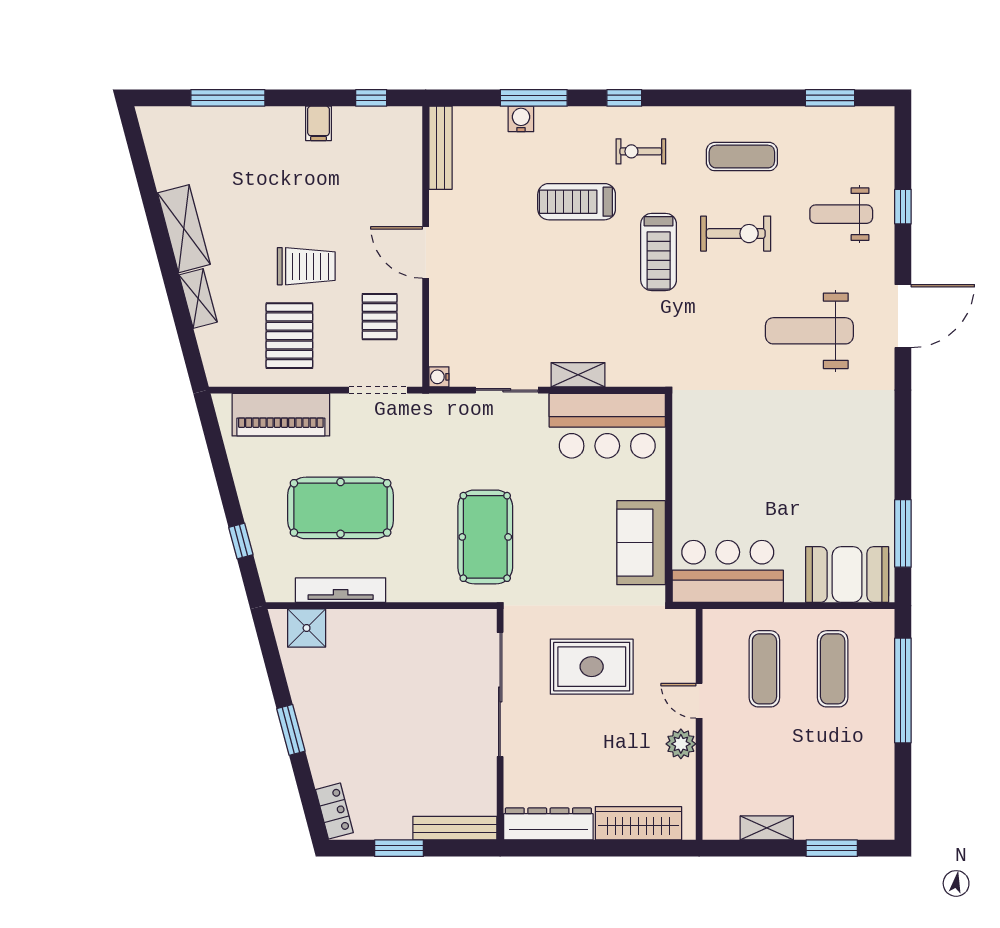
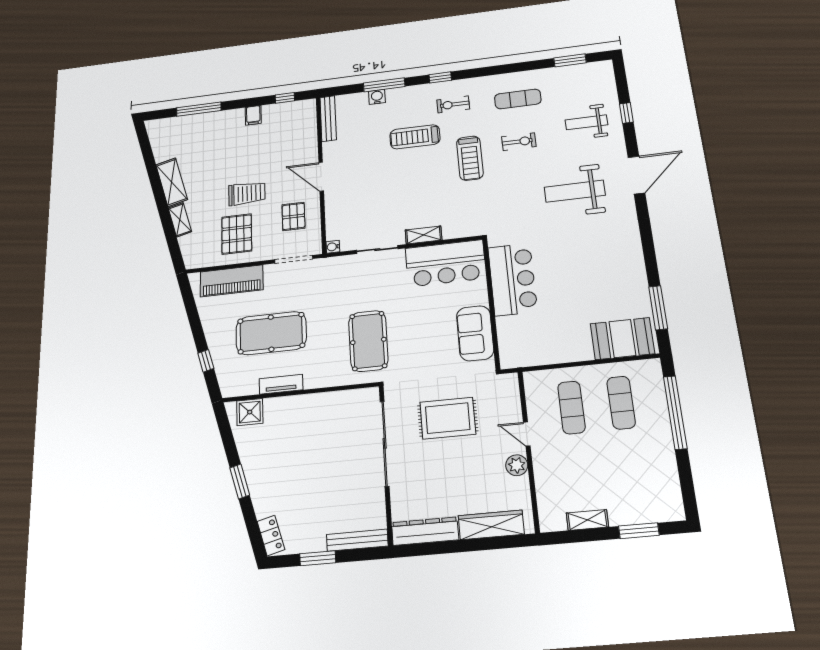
exercise bike: (736, 234) -> (519, 142), width x0.73, depth x0.72
bar counter: (728, 571) -> (512, 279), moved, turned 90
tv unit: (341, 590) -> (281, 384), width x0.71

